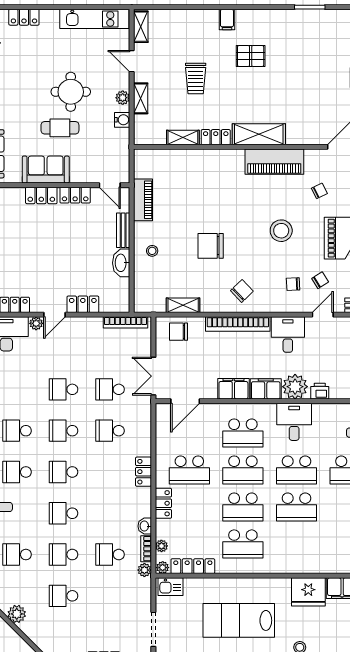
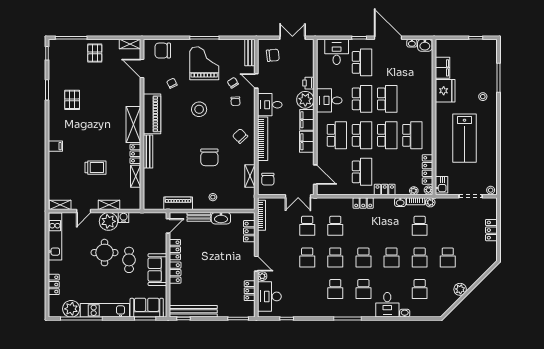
pallet: (251, 56) -> (72, 100), moved
plant: (123, 98) -> (109, 221), width x1.87, depth x1.87
bench: (219, 156) -> (148, 151), added
locker: (83, 304) -> (249, 231), moved

